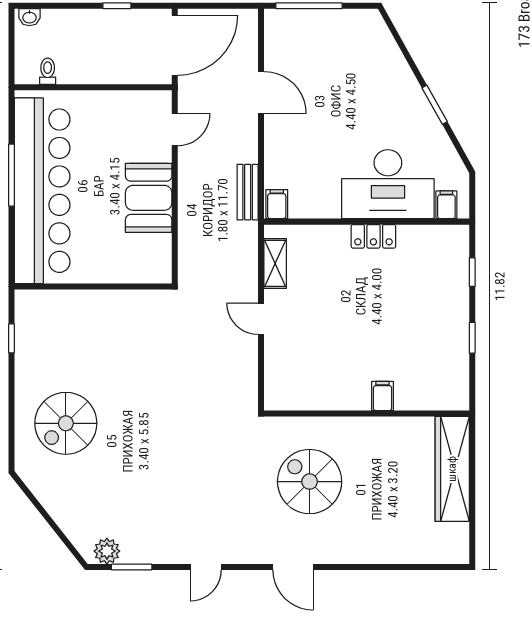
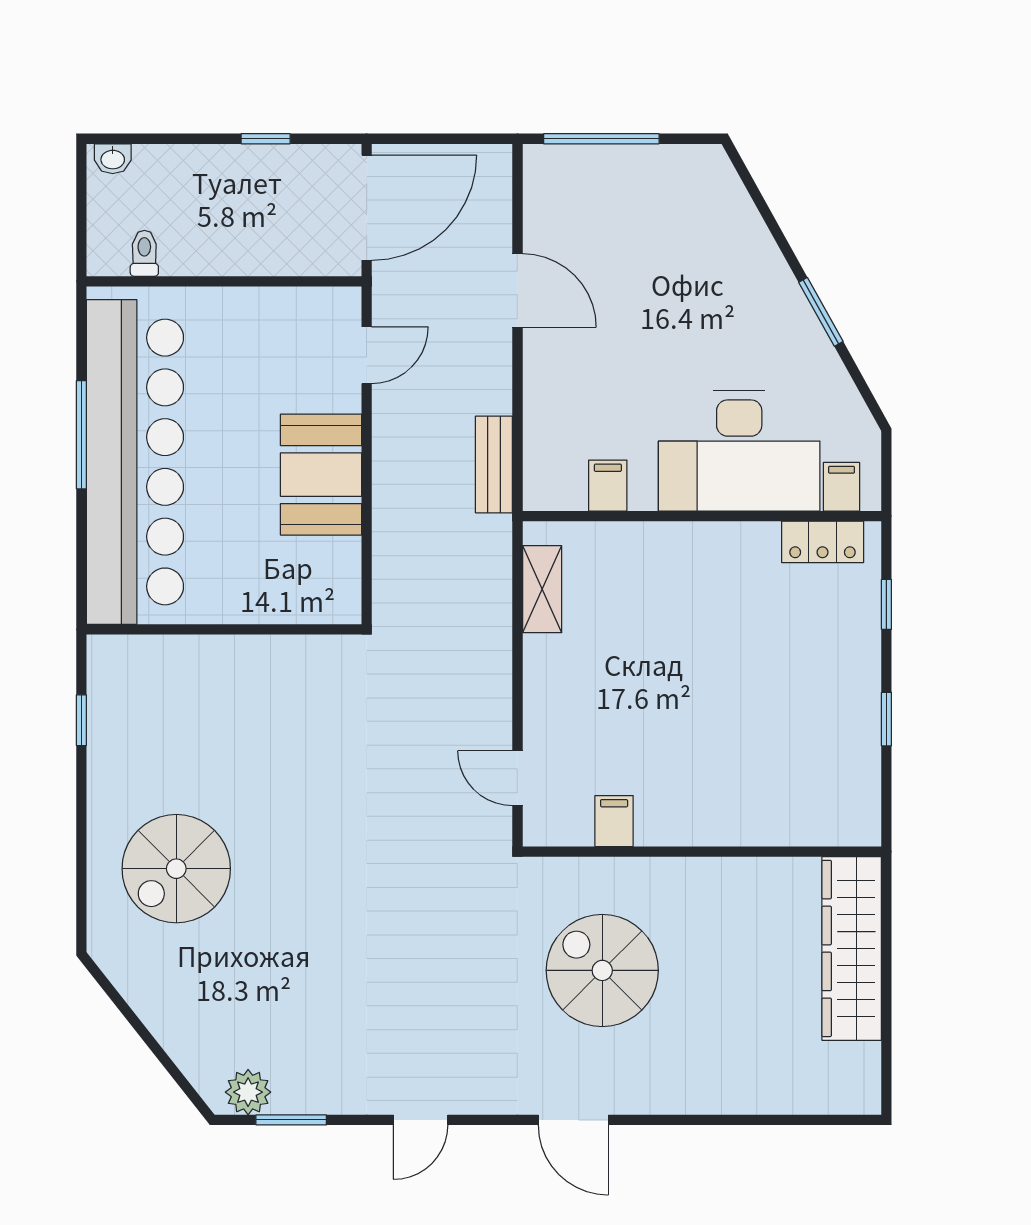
filing cabinet: (277, 204) -> (608, 486), moved
locker: (373, 236) -> (823, 542), moved
door: (261, 319) -> (517, 778), moved
filing cabinet: (382, 396) -> (614, 821), moved

